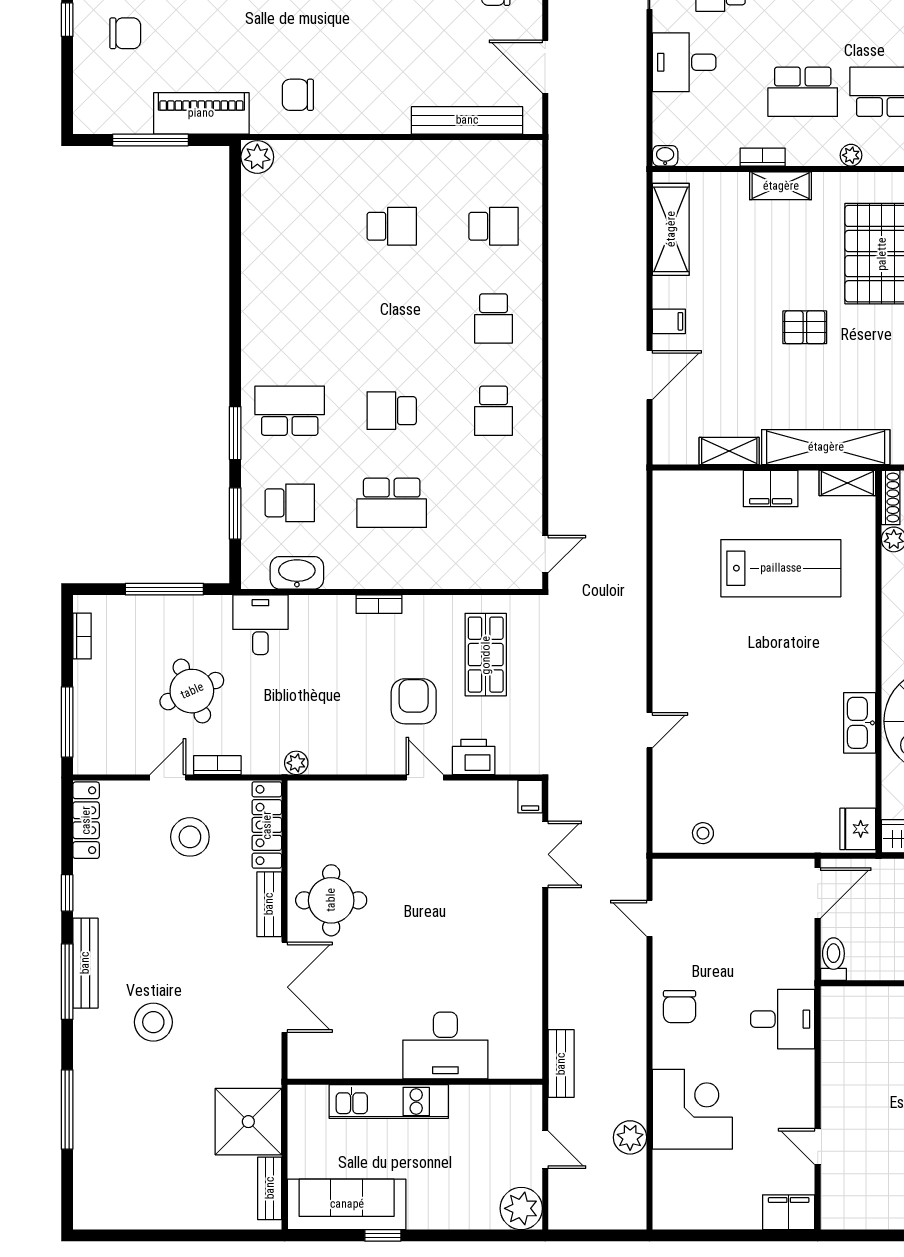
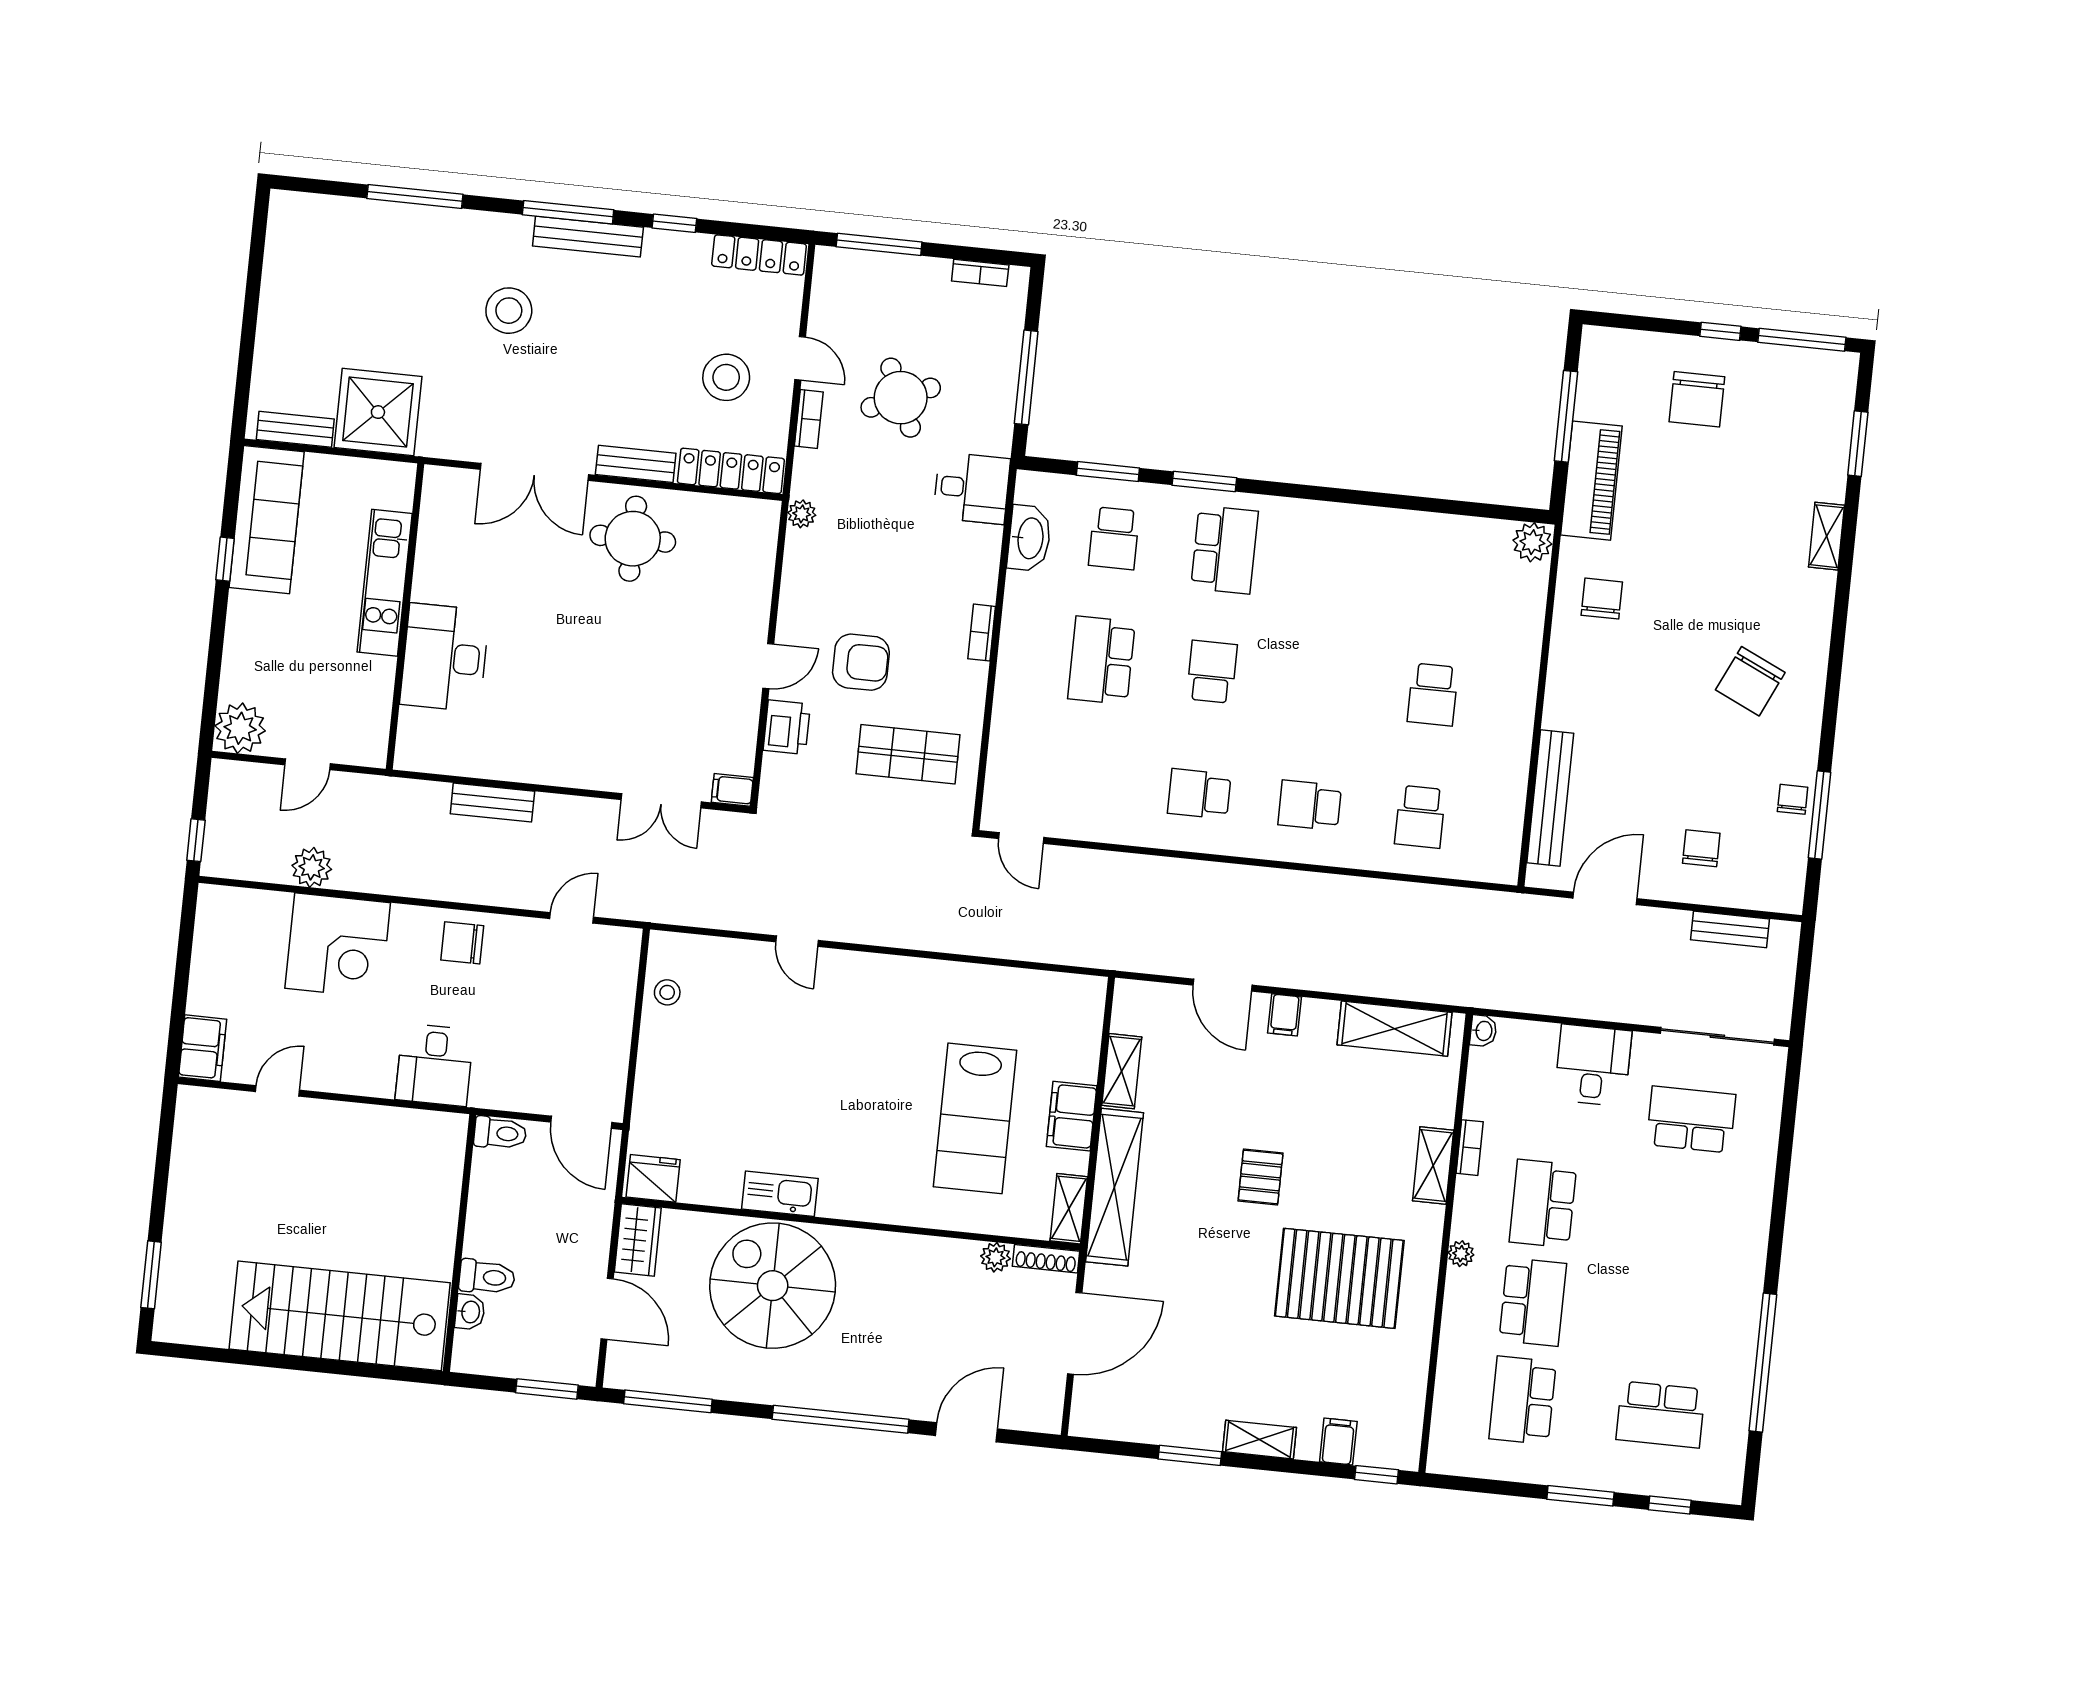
chair: (125, 33) -> (1697, 399), width x1.37, depth x1.37
bench: (561, 1064) -> (492, 803), moved
window: (617, 1235) -> (196, 840), added

